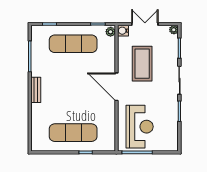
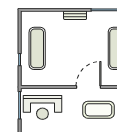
door: (116, 87) -> (88, 87), moved

